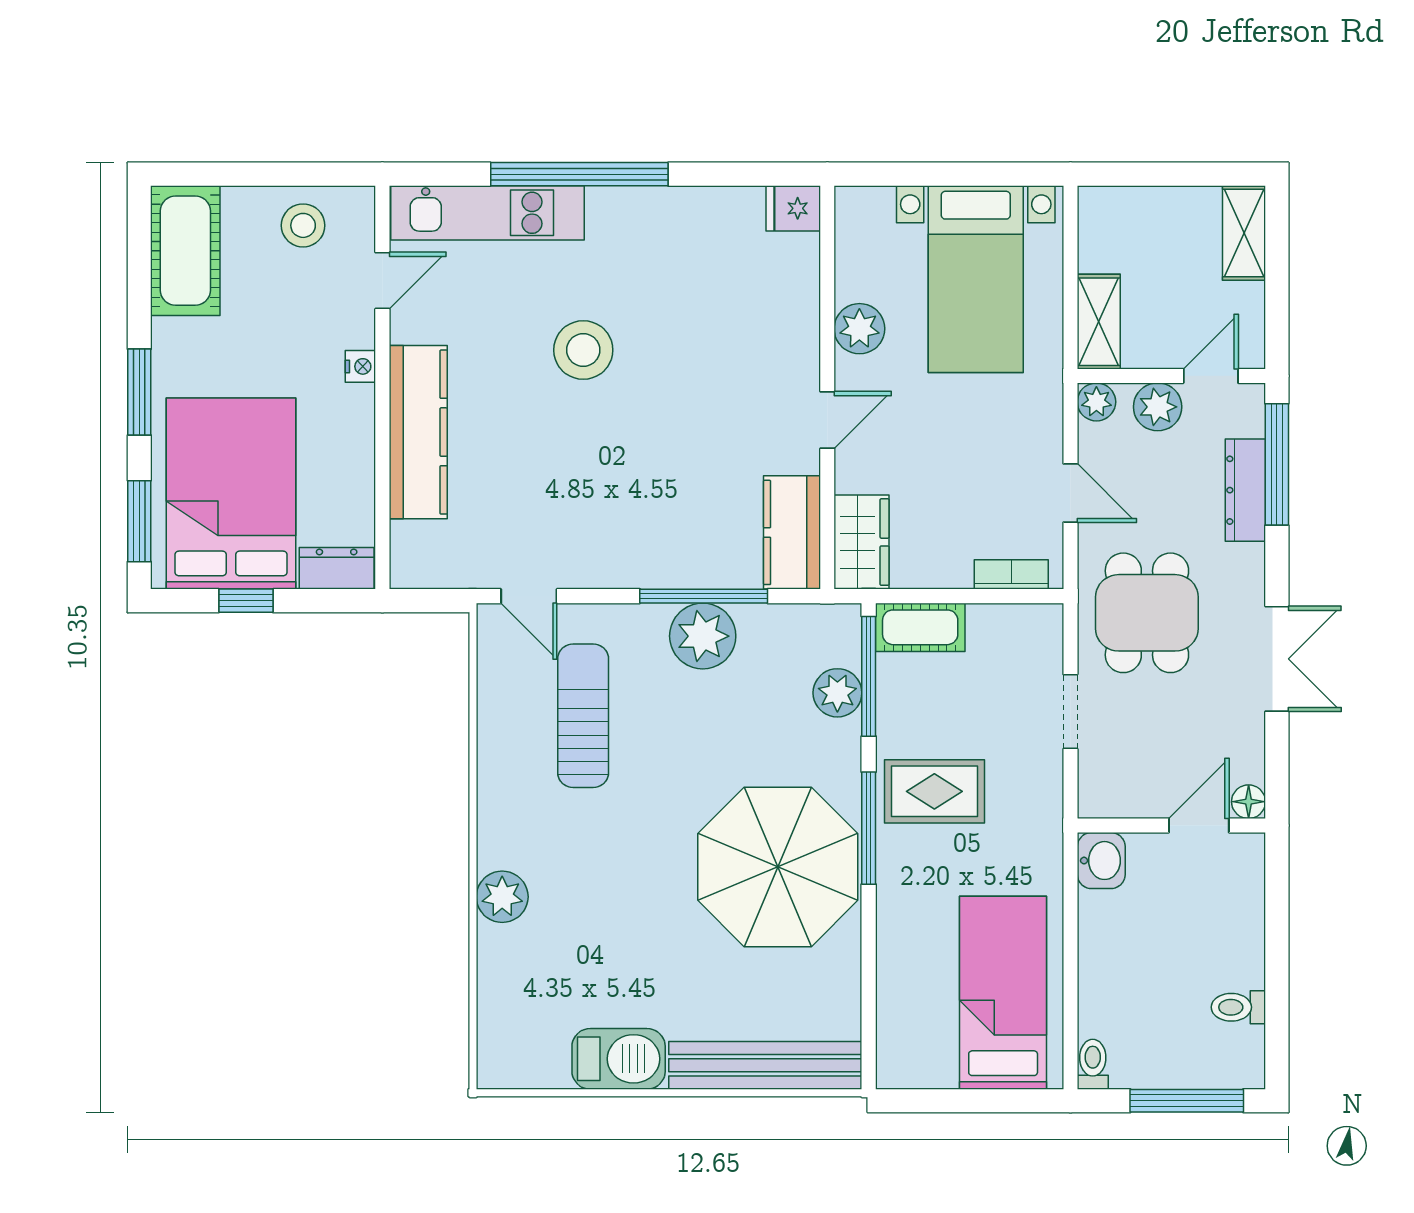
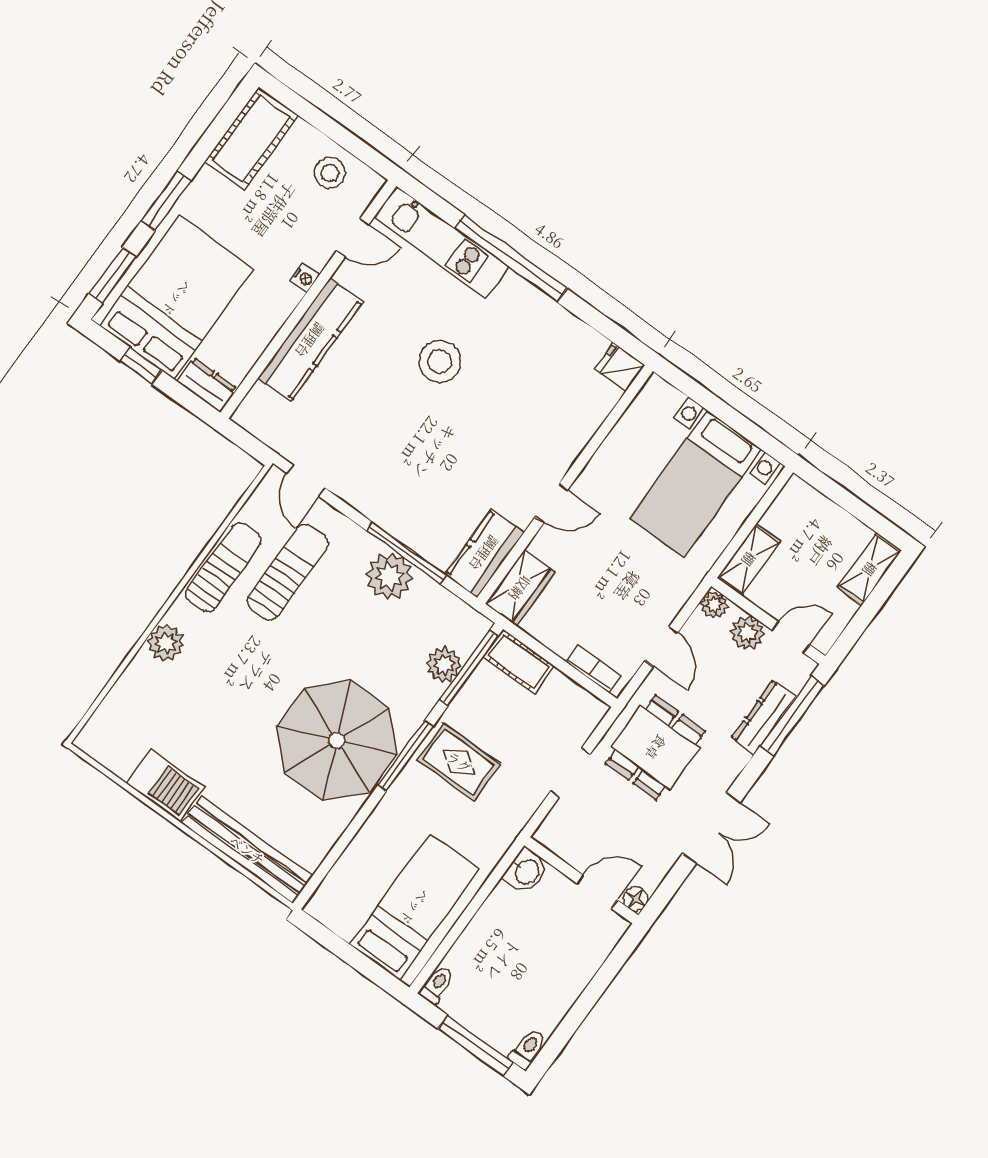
plant: (859, 329) -> (608, 464), removed
sun lounger: (506, 763) -> (223, 567), added
toilet: (1238, 1007) -> (527, 1049), moved, turned 90

